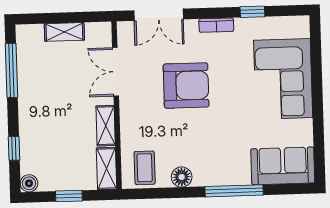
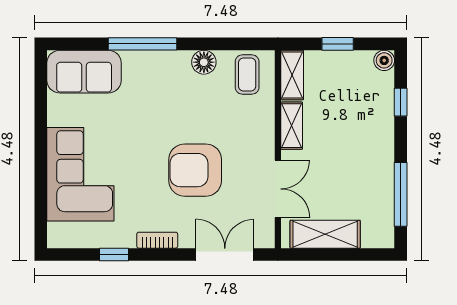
shelving: (64, 32) -> (325, 234), width x1.50, depth x1.33

